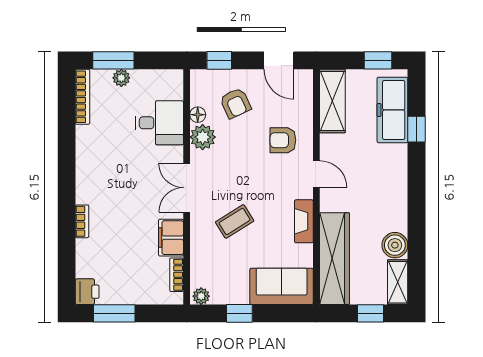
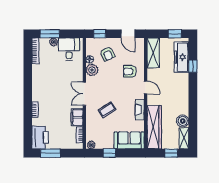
desk: (159, 123) -> (69, 49), moved, turned -90
printer: (87, 292) -> (40, 138), width x1.87, depth x1.48

